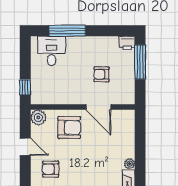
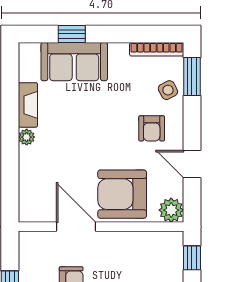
armchair: (69, 128) -> (122, 194), width x1.36, depth x1.36
armchair: (51, 169) -> (152, 128), turned 90

